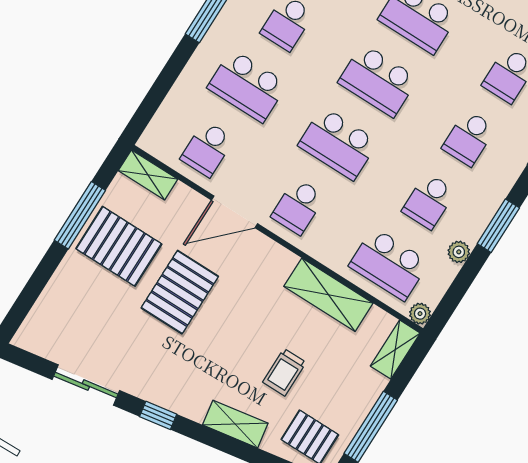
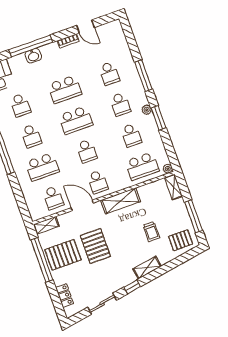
school desk: (338, 143) -> (87, 151), width x0.54
door: (234, 212) -> (82, 205), swing flipped
window: (80, 215) -> (42, 260), width x1.46
plant: (459, 252) -> (147, 110), moved
shelving: (328, 295) -> (121, 201), moved
locker: (48, 306) -> (65, 295), added
shelving: (235, 424) -> (147, 268), moved

